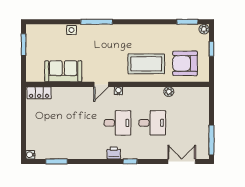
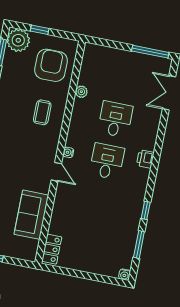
plant: (204, 29) -> (18, 40), width x1.87, depth x1.87
armchair: (185, 63) -> (51, 65), turned 180
coffee table: (146, 64) -> (42, 112), width x0.54, depth x0.58
printer: (114, 153) -> (145, 159), moved
window: (130, 161) -> (146, 210), moved

